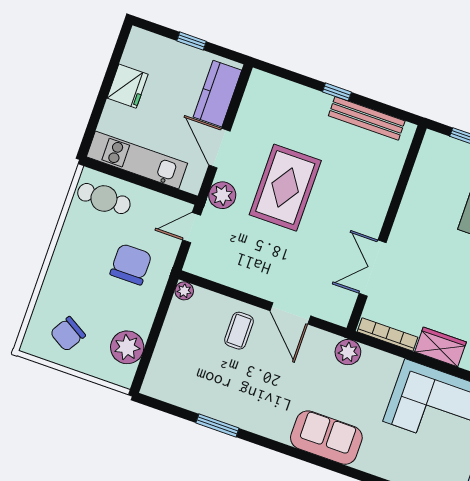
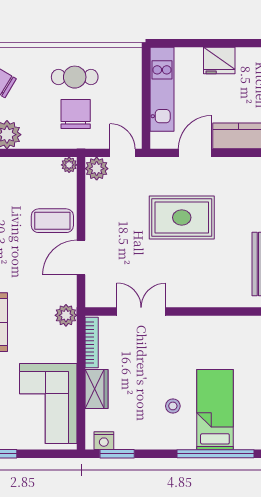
plant: (222, 195) -> (97, 169), moved
cafe table: (104, 199) -> (75, 77), moved, turned 90
chair: (131, 264) -> (76, 114), turned -90
coffee table: (239, 331) -> (52, 221), width x1.36, depth x1.30

